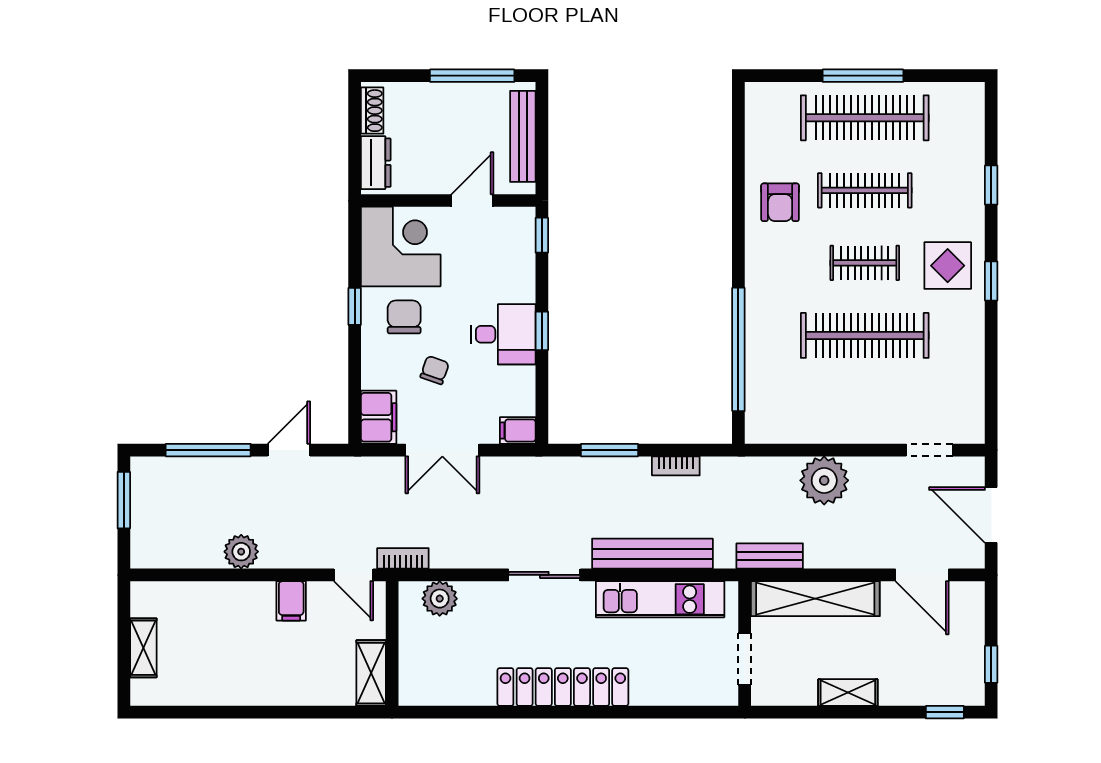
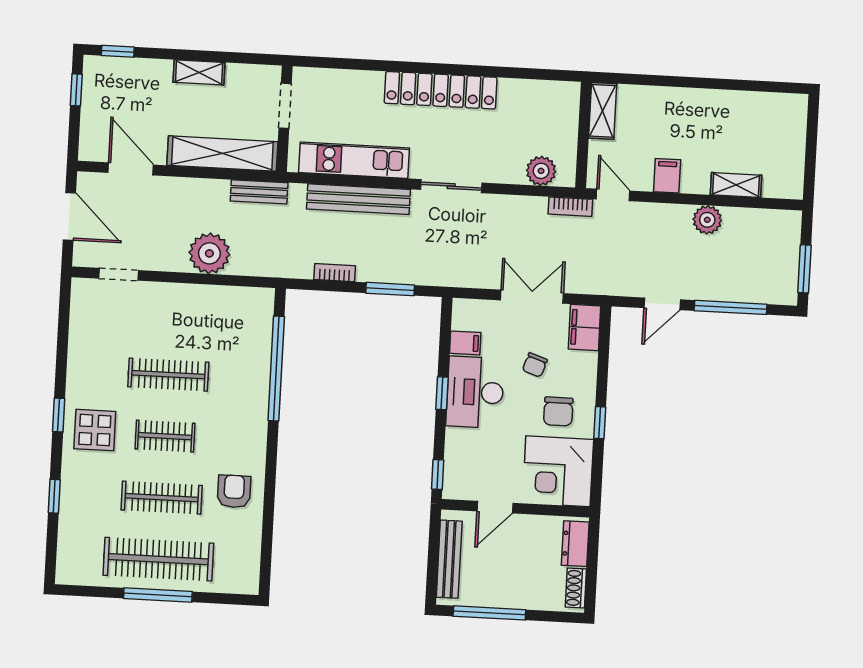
desk: (503, 334) -> (475, 392), width x1.37
clothes rail: (865, 335) -> (168, 375), width x0.73, depth x0.76
filing cabinet: (518, 430) -> (465, 343), moved
shelving: (143, 648) -> (736, 185), moved, turned 90

